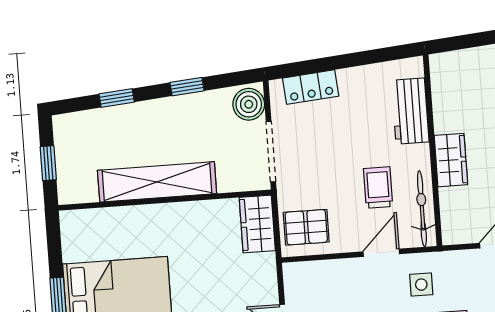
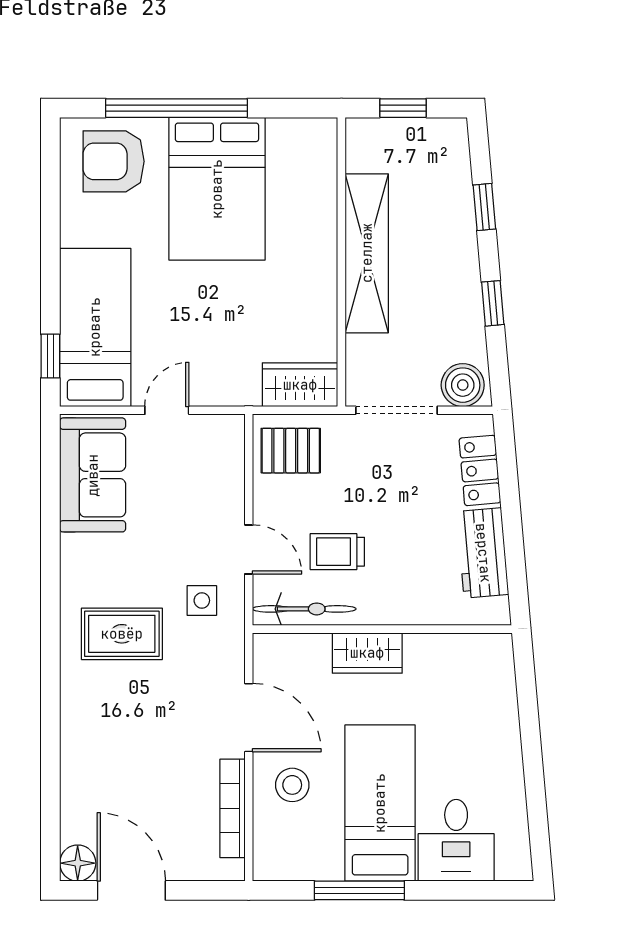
workbench: (410, 111) -> (483, 553), moved, turned -95
trolley: (378, 188) -> (337, 552), turned 180
pallet: (306, 227) -> (291, 451), turned 90

